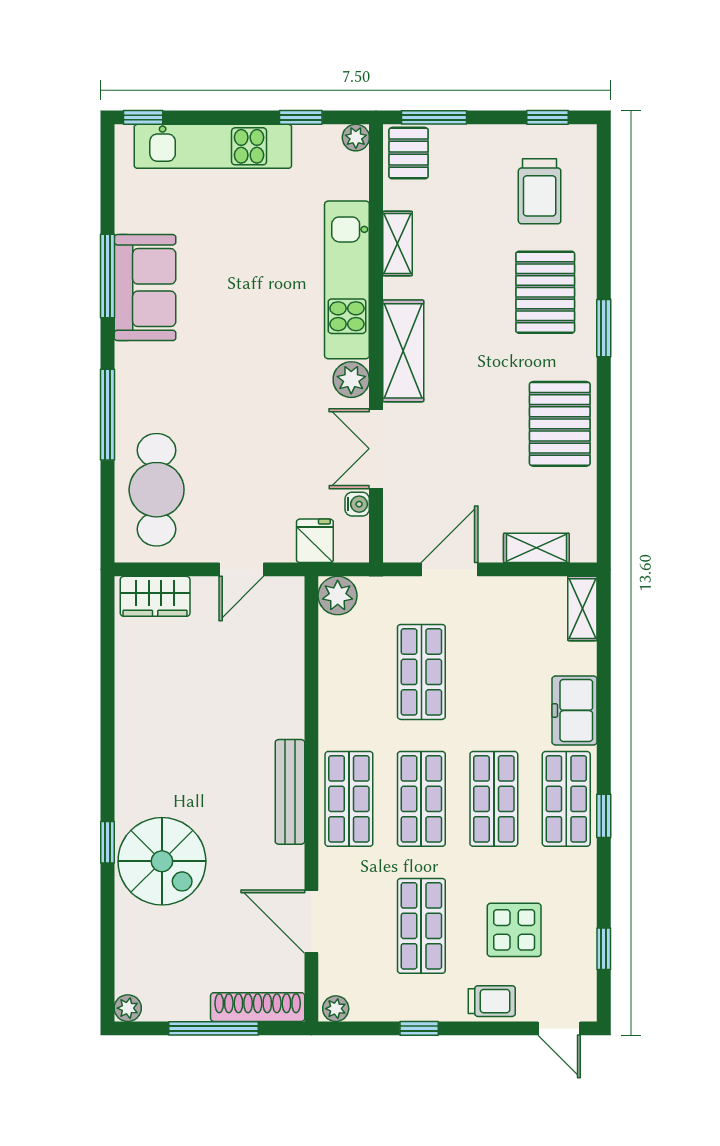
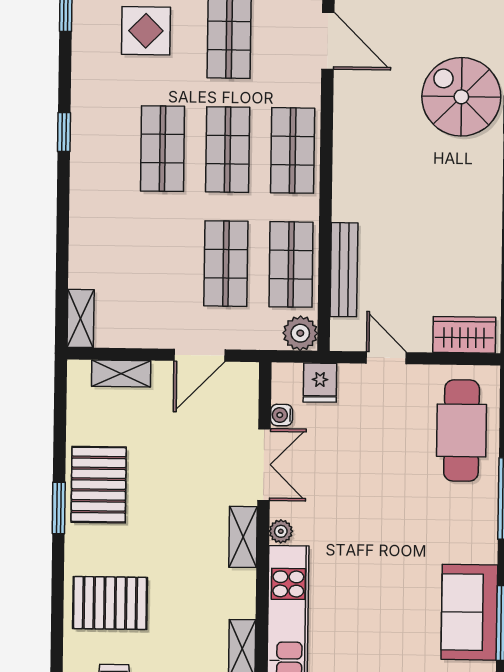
pallet: (545, 292) -> (110, 603), turned 90
window: (604, 328) -> (59, 508), moved
shelving: (403, 351) -> (243, 537), width x0.67, depth x0.75
plant: (351, 380) -> (281, 531), width x0.73, depth x0.73
door: (241, 569) -> (386, 358), hinge flipped
freezer: (574, 710) -> (89, 227), removed
bench: (290, 792) -> (344, 270), moved
shop shelf: (566, 799) -> (291, 264), moved

